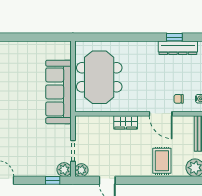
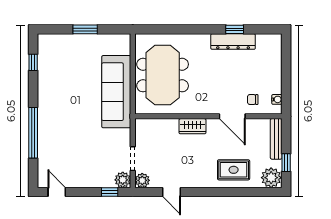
window: (31, 37) -> (85, 29), added
window: (174, 37) -> (235, 29), moved
dresser: (178, 48) -> (233, 42), moved
rug: (162, 161) -> (234, 170), turned 90

